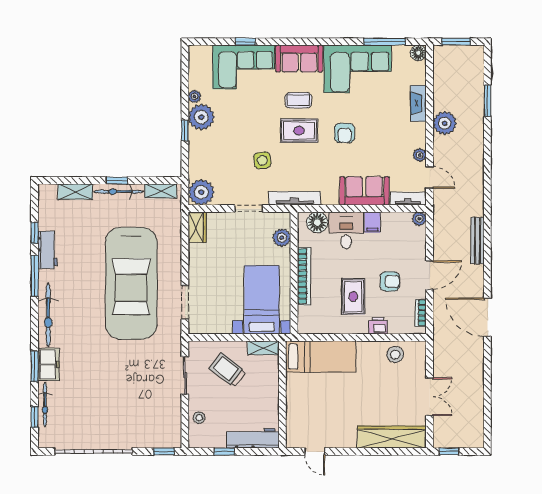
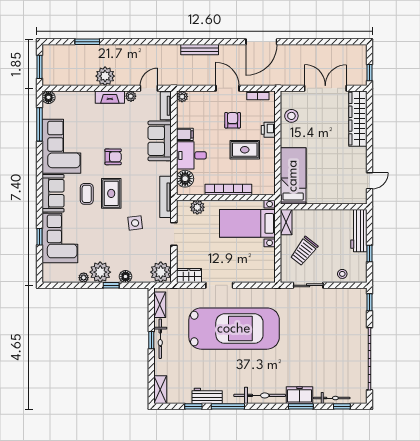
fireplace: (418, 103) -> (110, 97), moved
floor lamp: (196, 148) -> (125, 277), added
shelving: (75, 192) -> (160, 390), moved
doorway: (185, 302) -> (219, 285), moved
double door: (430, 397) -> (325, 88), width x1.37

